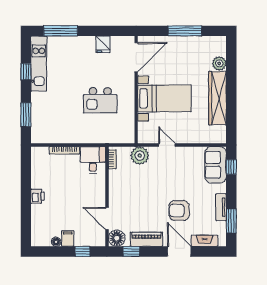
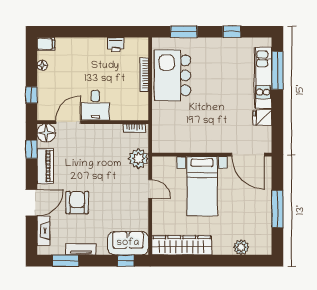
kitchen unit: (39, 64) -> (263, 78), moved, turned 90
wardrobe: (218, 98) -> (182, 245), moved
kitchen island: (100, 100) -> (173, 75), moved, width x1.37, depth x1.28
door: (167, 145) -> (150, 189), hinge flipped
desk: (93, 160) -> (95, 105), moved, turned 90
printer: (37, 196) -> (116, 45), moved
filing cabinet: (68, 239) -> (46, 44), moved

